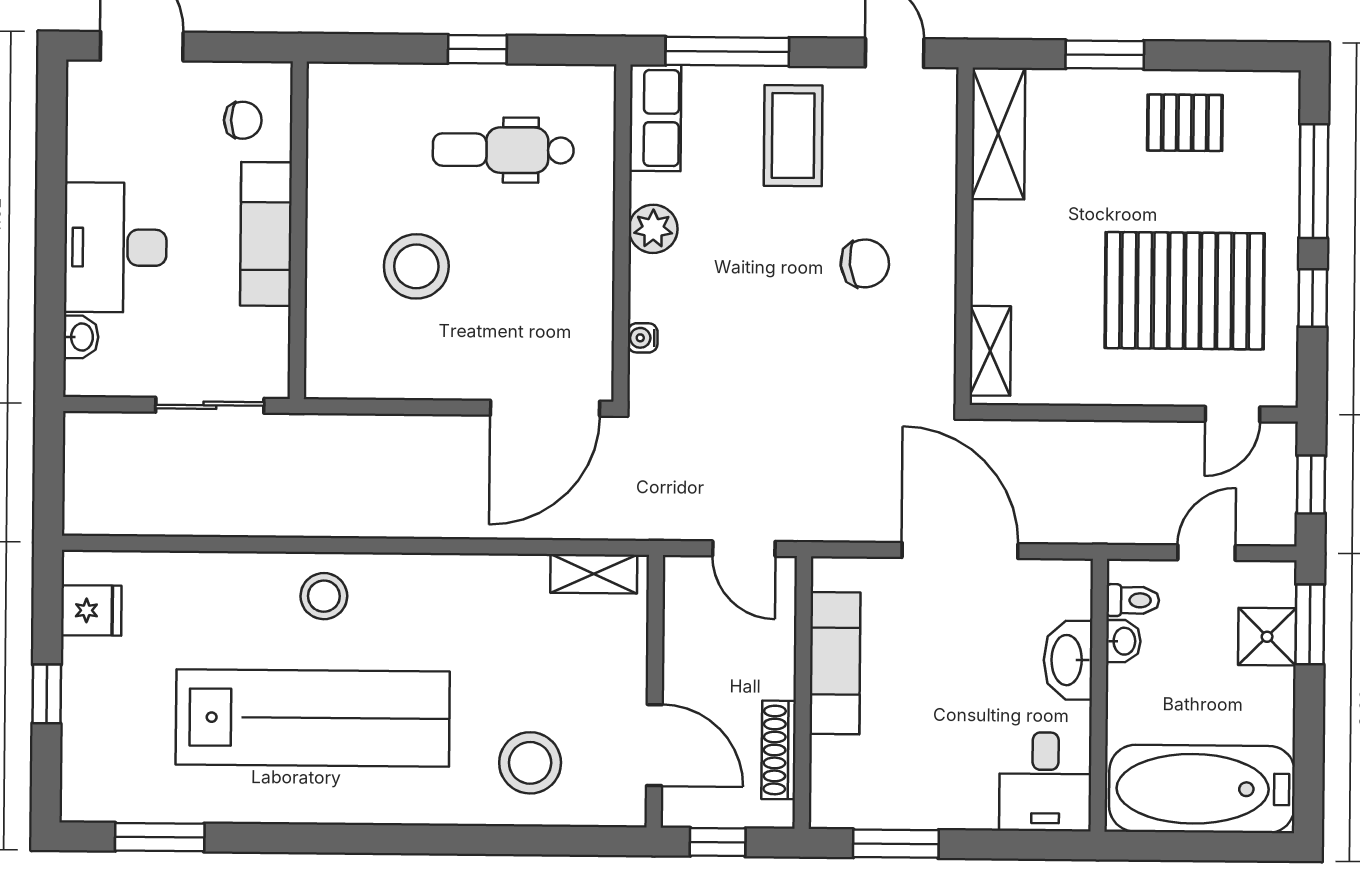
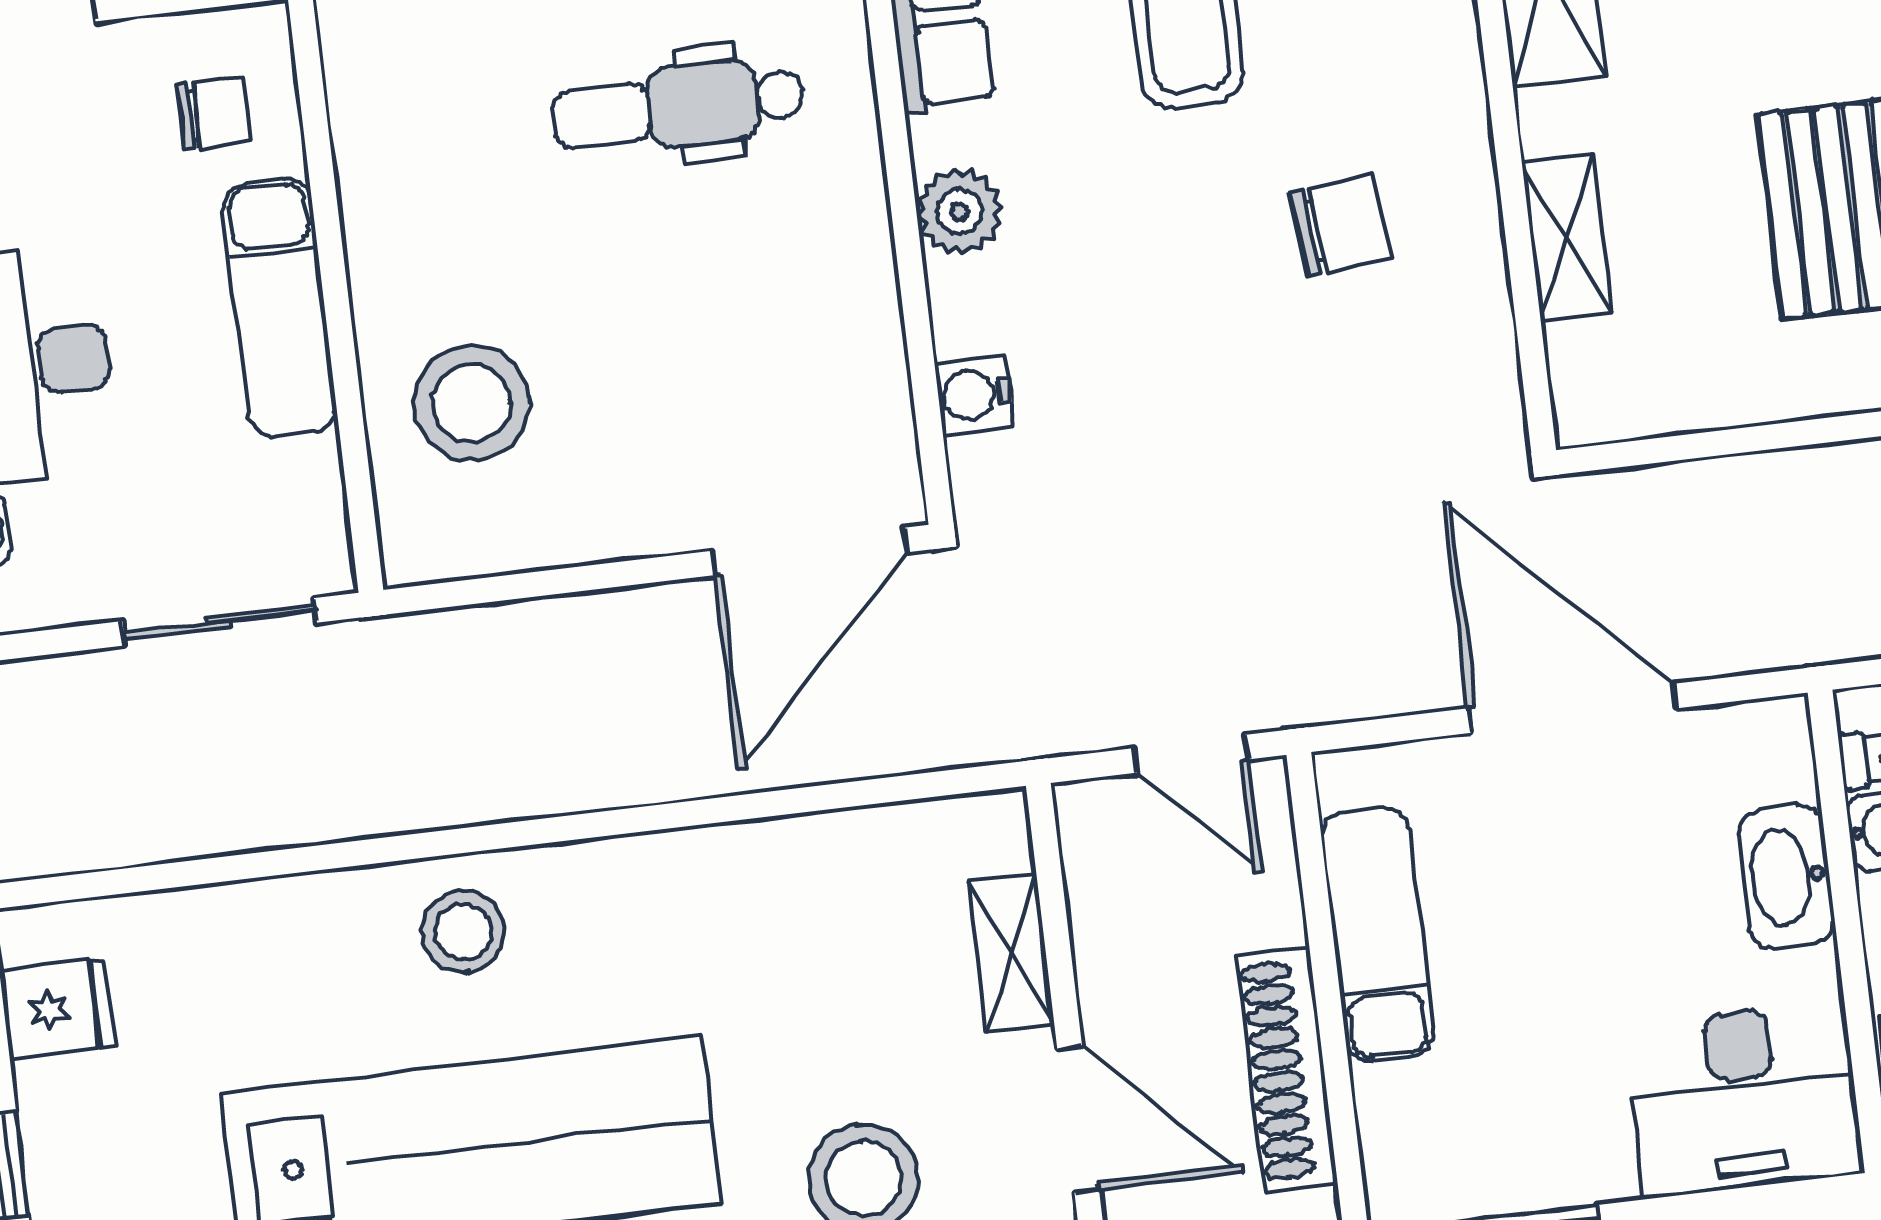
stool: (416, 266) -> (471, 403), moved
water cooler: (643, 338) -> (974, 395), width x1.38, depth x1.38
shelving: (990, 351) -> (1567, 238), moved
shelving: (594, 574) -> (1011, 953), moved, turned 90
shoe rack: (779, 750) -> (1287, 1070), width x1.36, depth x1.24
desk: (1045, 782) -> (1744, 1099), width x1.37

